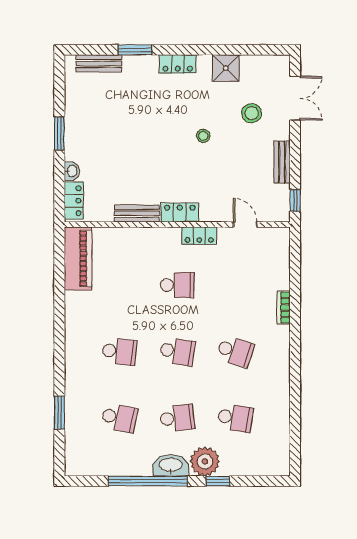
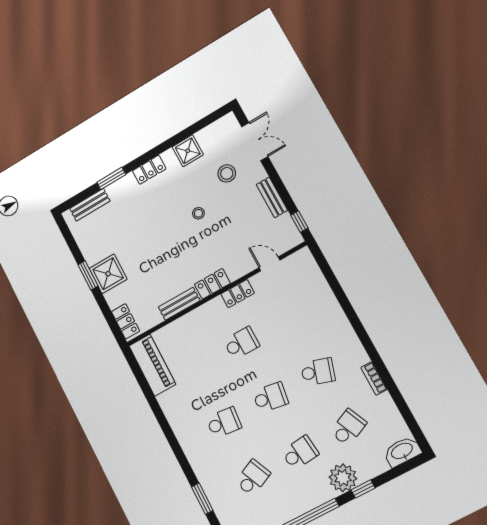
shower: (81, 144) -> (108, 274), added
washbasin: (72, 171) -> (112, 299), removed
bookcase: (284, 308) -> (374, 378), moved
school desk: (119, 418) -> (253, 478), turned -36
school desk: (235, 418) -> (348, 427), turned -33
washbasin: (171, 465) -> (402, 451), moved

